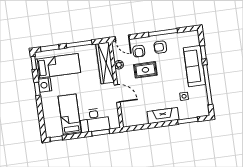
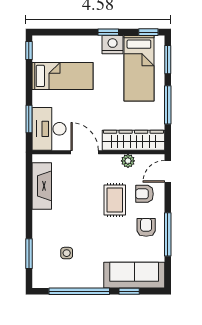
sofa: (194, 66) -> (134, 275), moved
door: (117, 94) -> (85, 152), swing flipped
fireplace: (163, 116) -> (42, 186), moved
desk: (94, 120) -> (49, 129), moved

